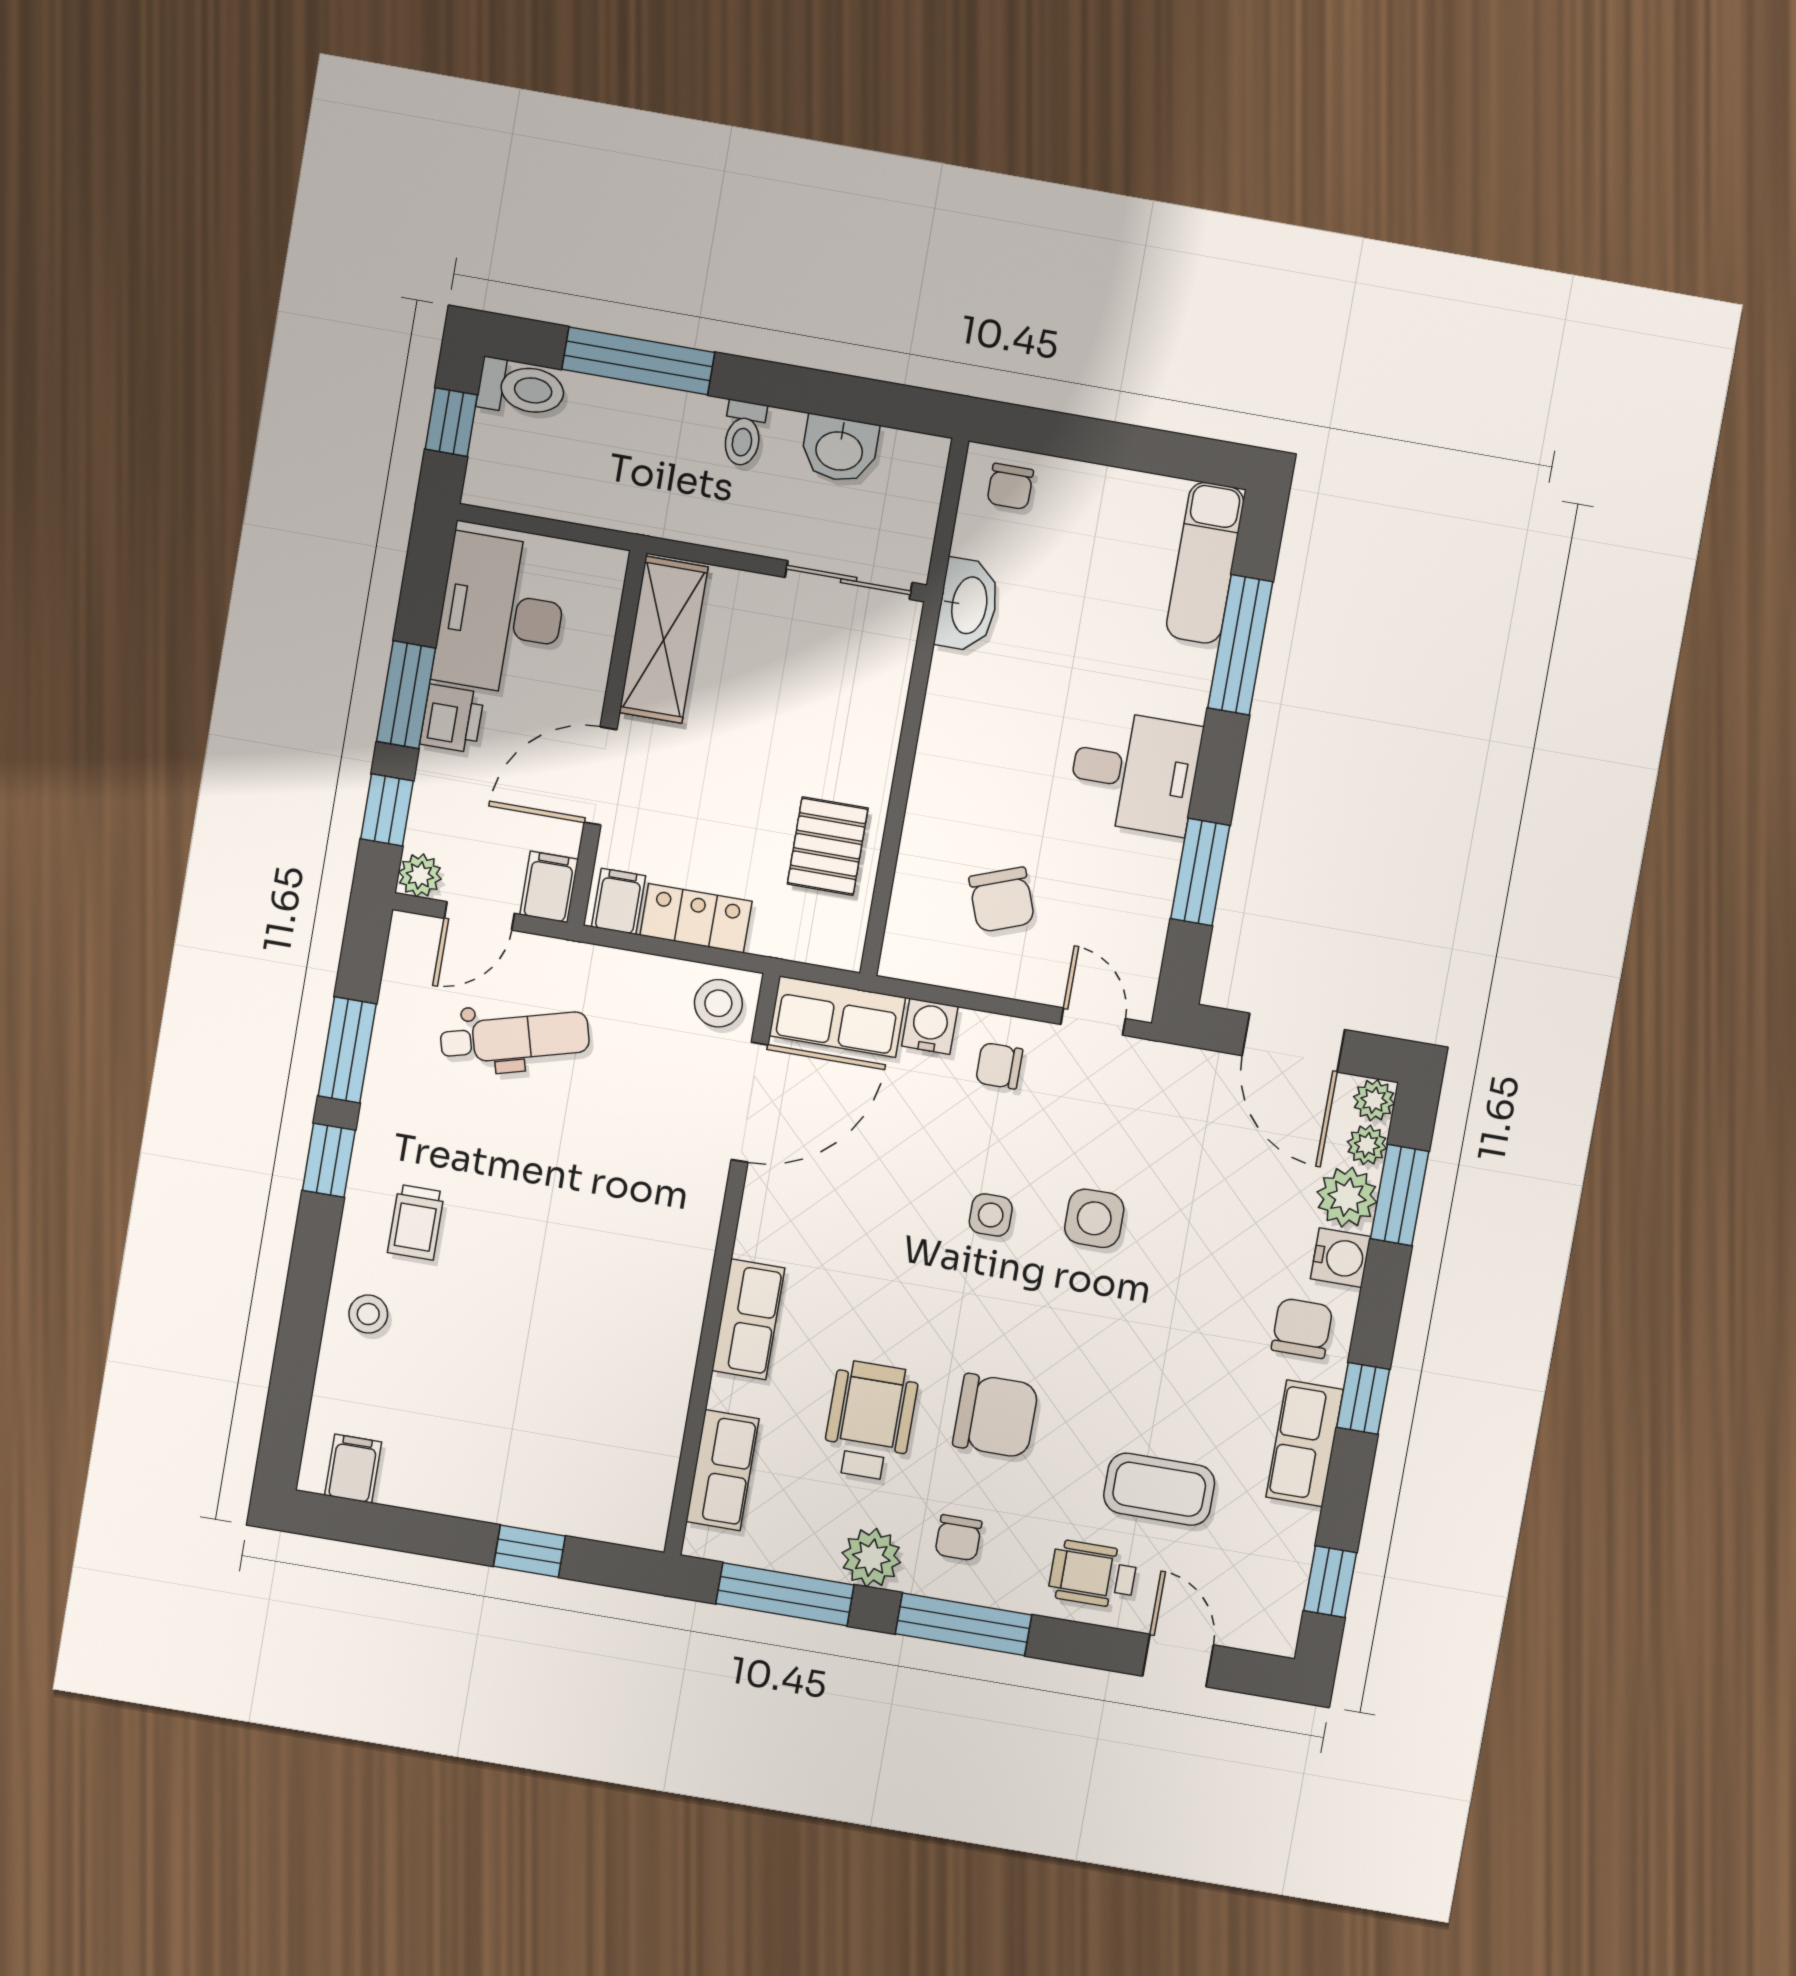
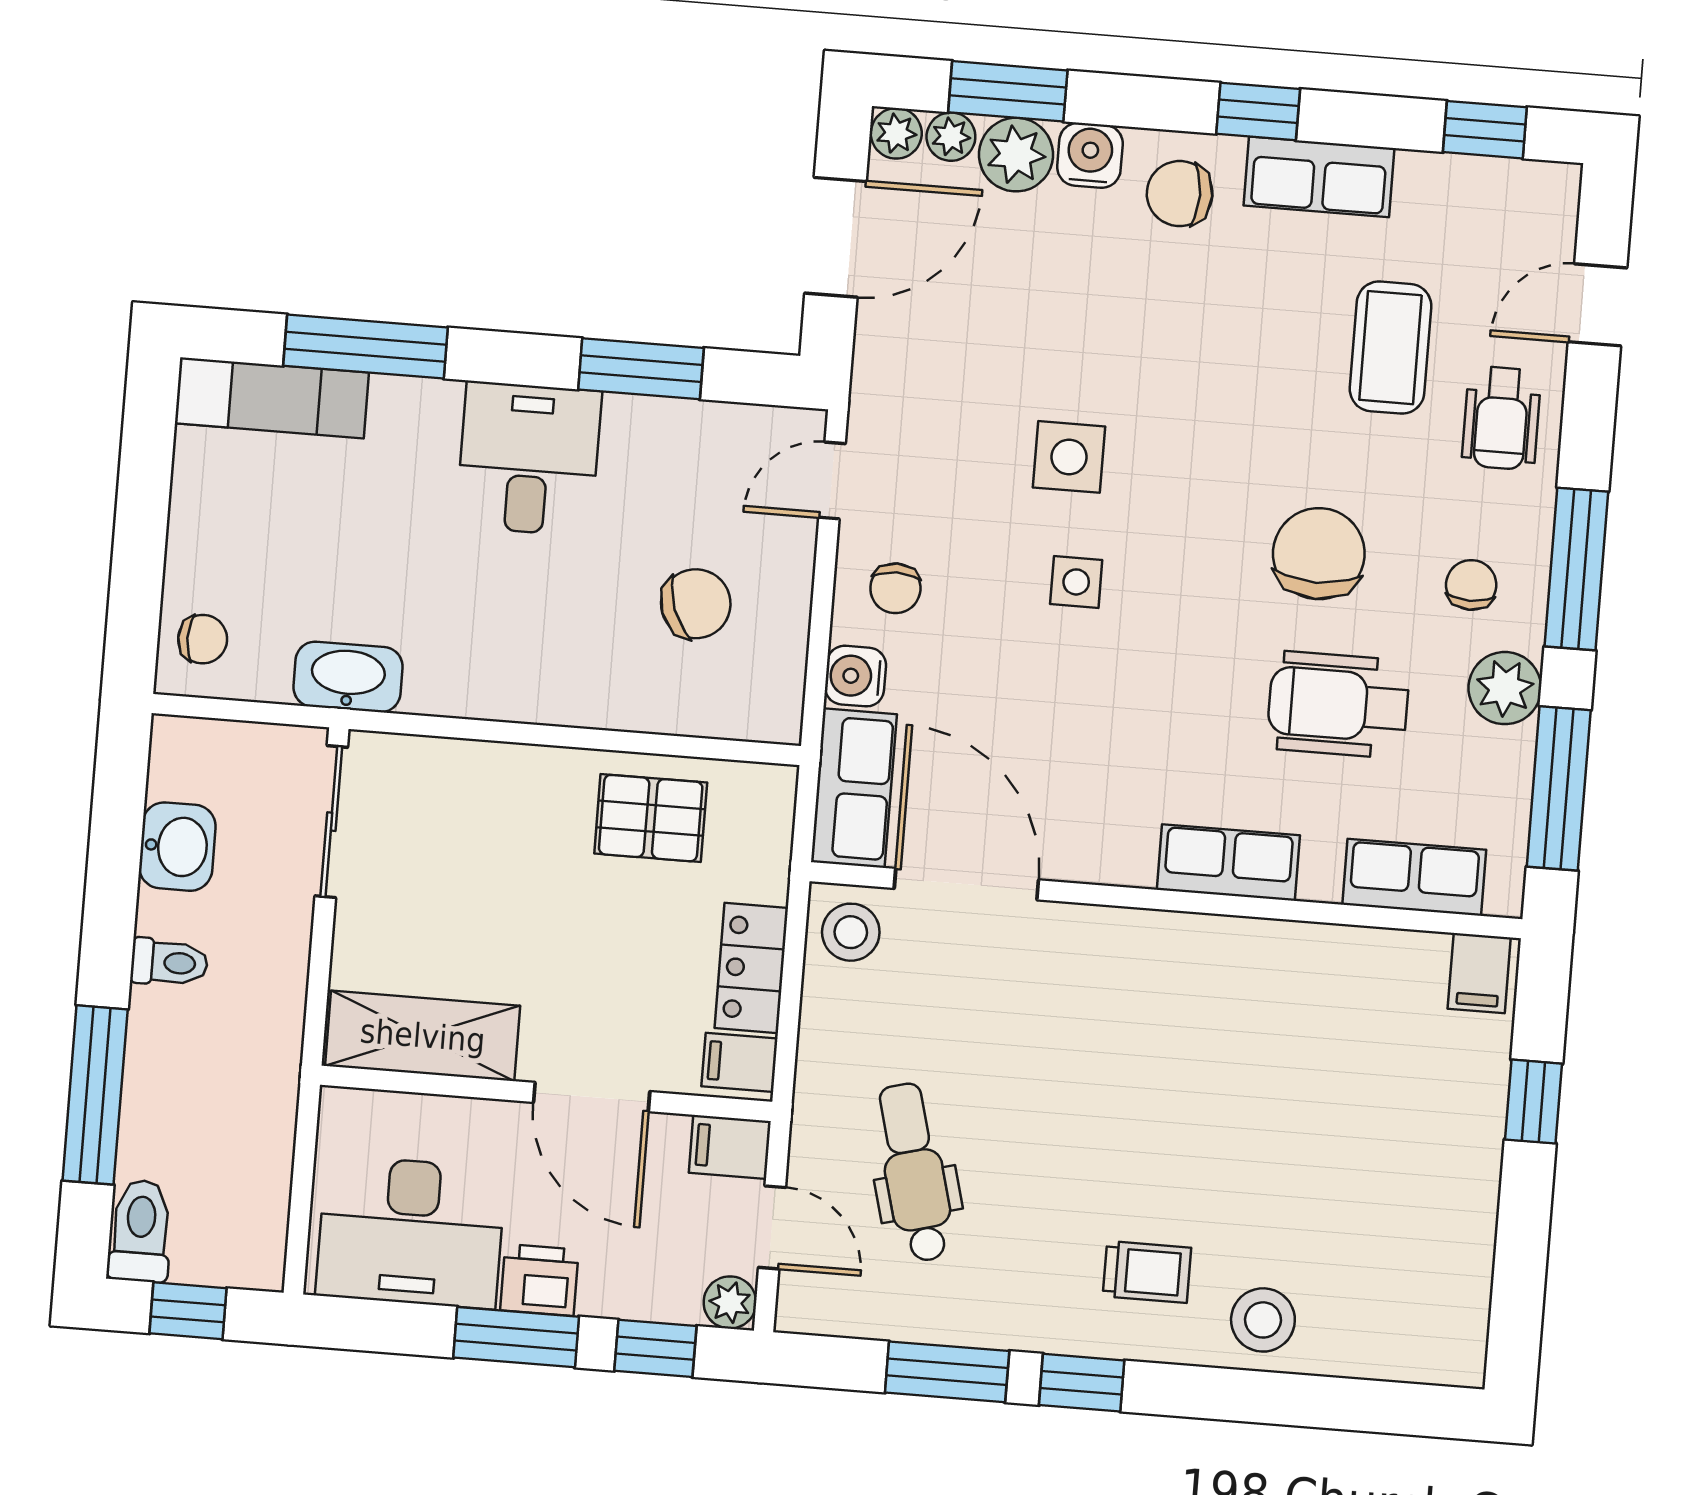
stool: (368, 1314) -> (1263, 1320), width x1.37, depth x1.37
filing cabinet: (353, 1469) -> (1479, 973), moved, turned -90
chair: (958, 1538) -> (1471, 585), turned -90

